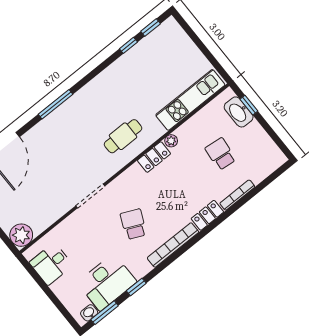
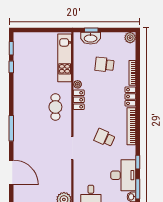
plant: (277, 158) -> (130, 38), added

